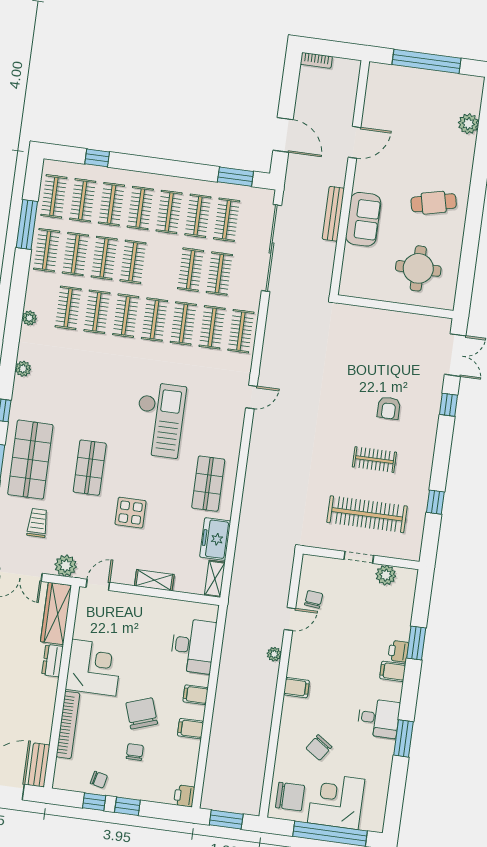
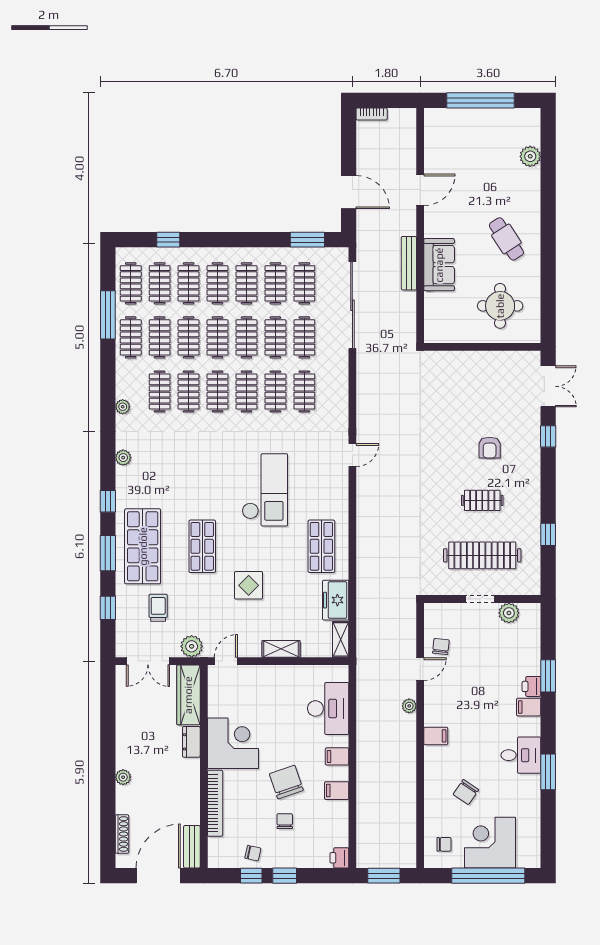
cafe table: (434, 203) -> (506, 239), turned 70
clothes rail: (241, 331) -> (246, 337), moved
chair: (290, 797) -> (444, 844), width x0.54, depth x0.54

